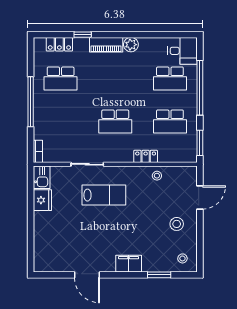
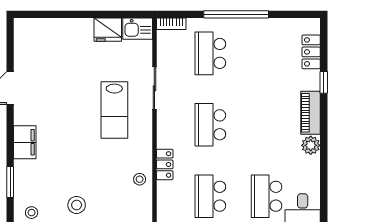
school desk: (61, 79) -> (210, 53), moved

